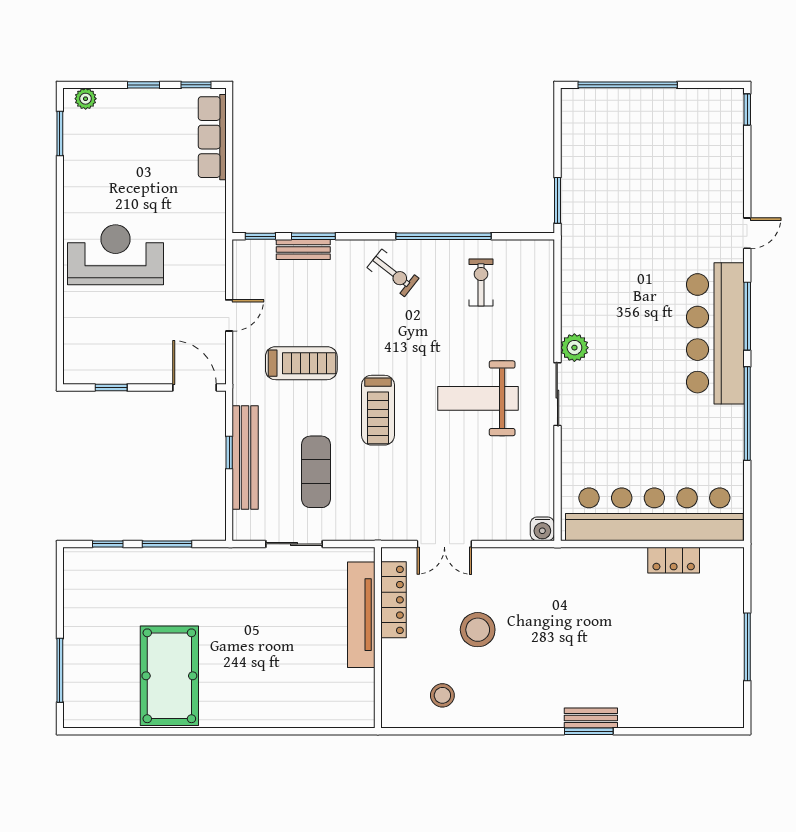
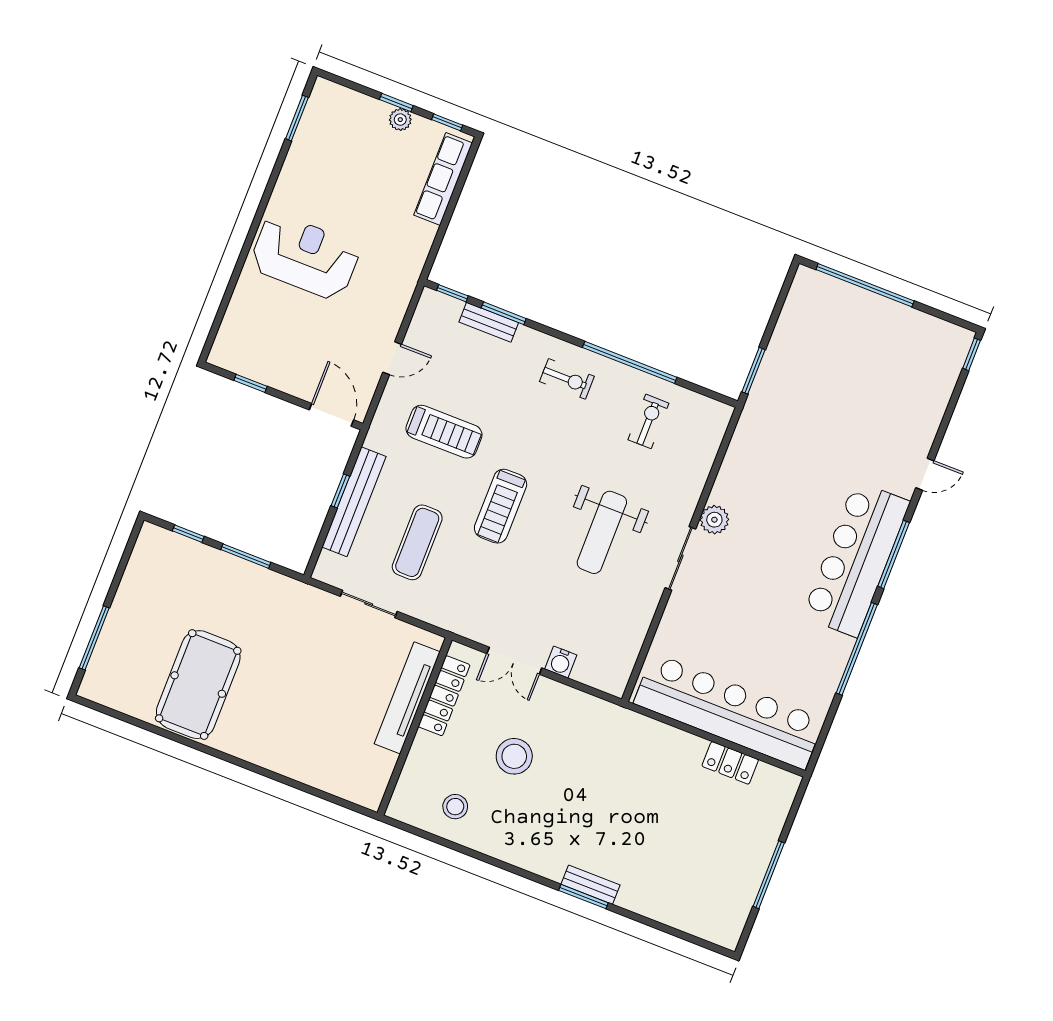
plant: (86, 99) -> (400, 120), moved
exercise bike: (393, 273) -> (567, 379), turned -38
weight bench: (478, 398) -> (602, 532), turned -90
water cooler: (542, 529) -> (561, 662), moved

